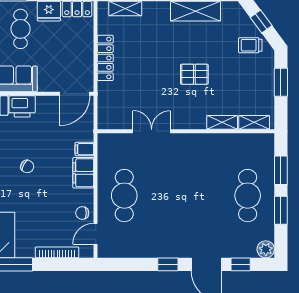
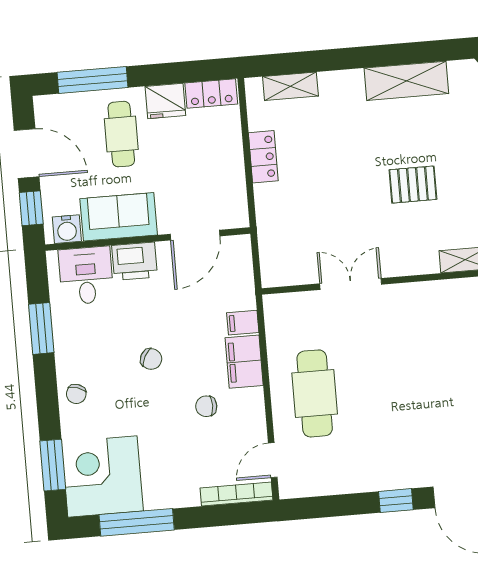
locker: (105, 58) -> (263, 157), width x0.66
door: (75, 94) -> (195, 235), moved
chair: (82, 213) -> (206, 406), moved
bookcase: (57, 252) -> (236, 494), moved

